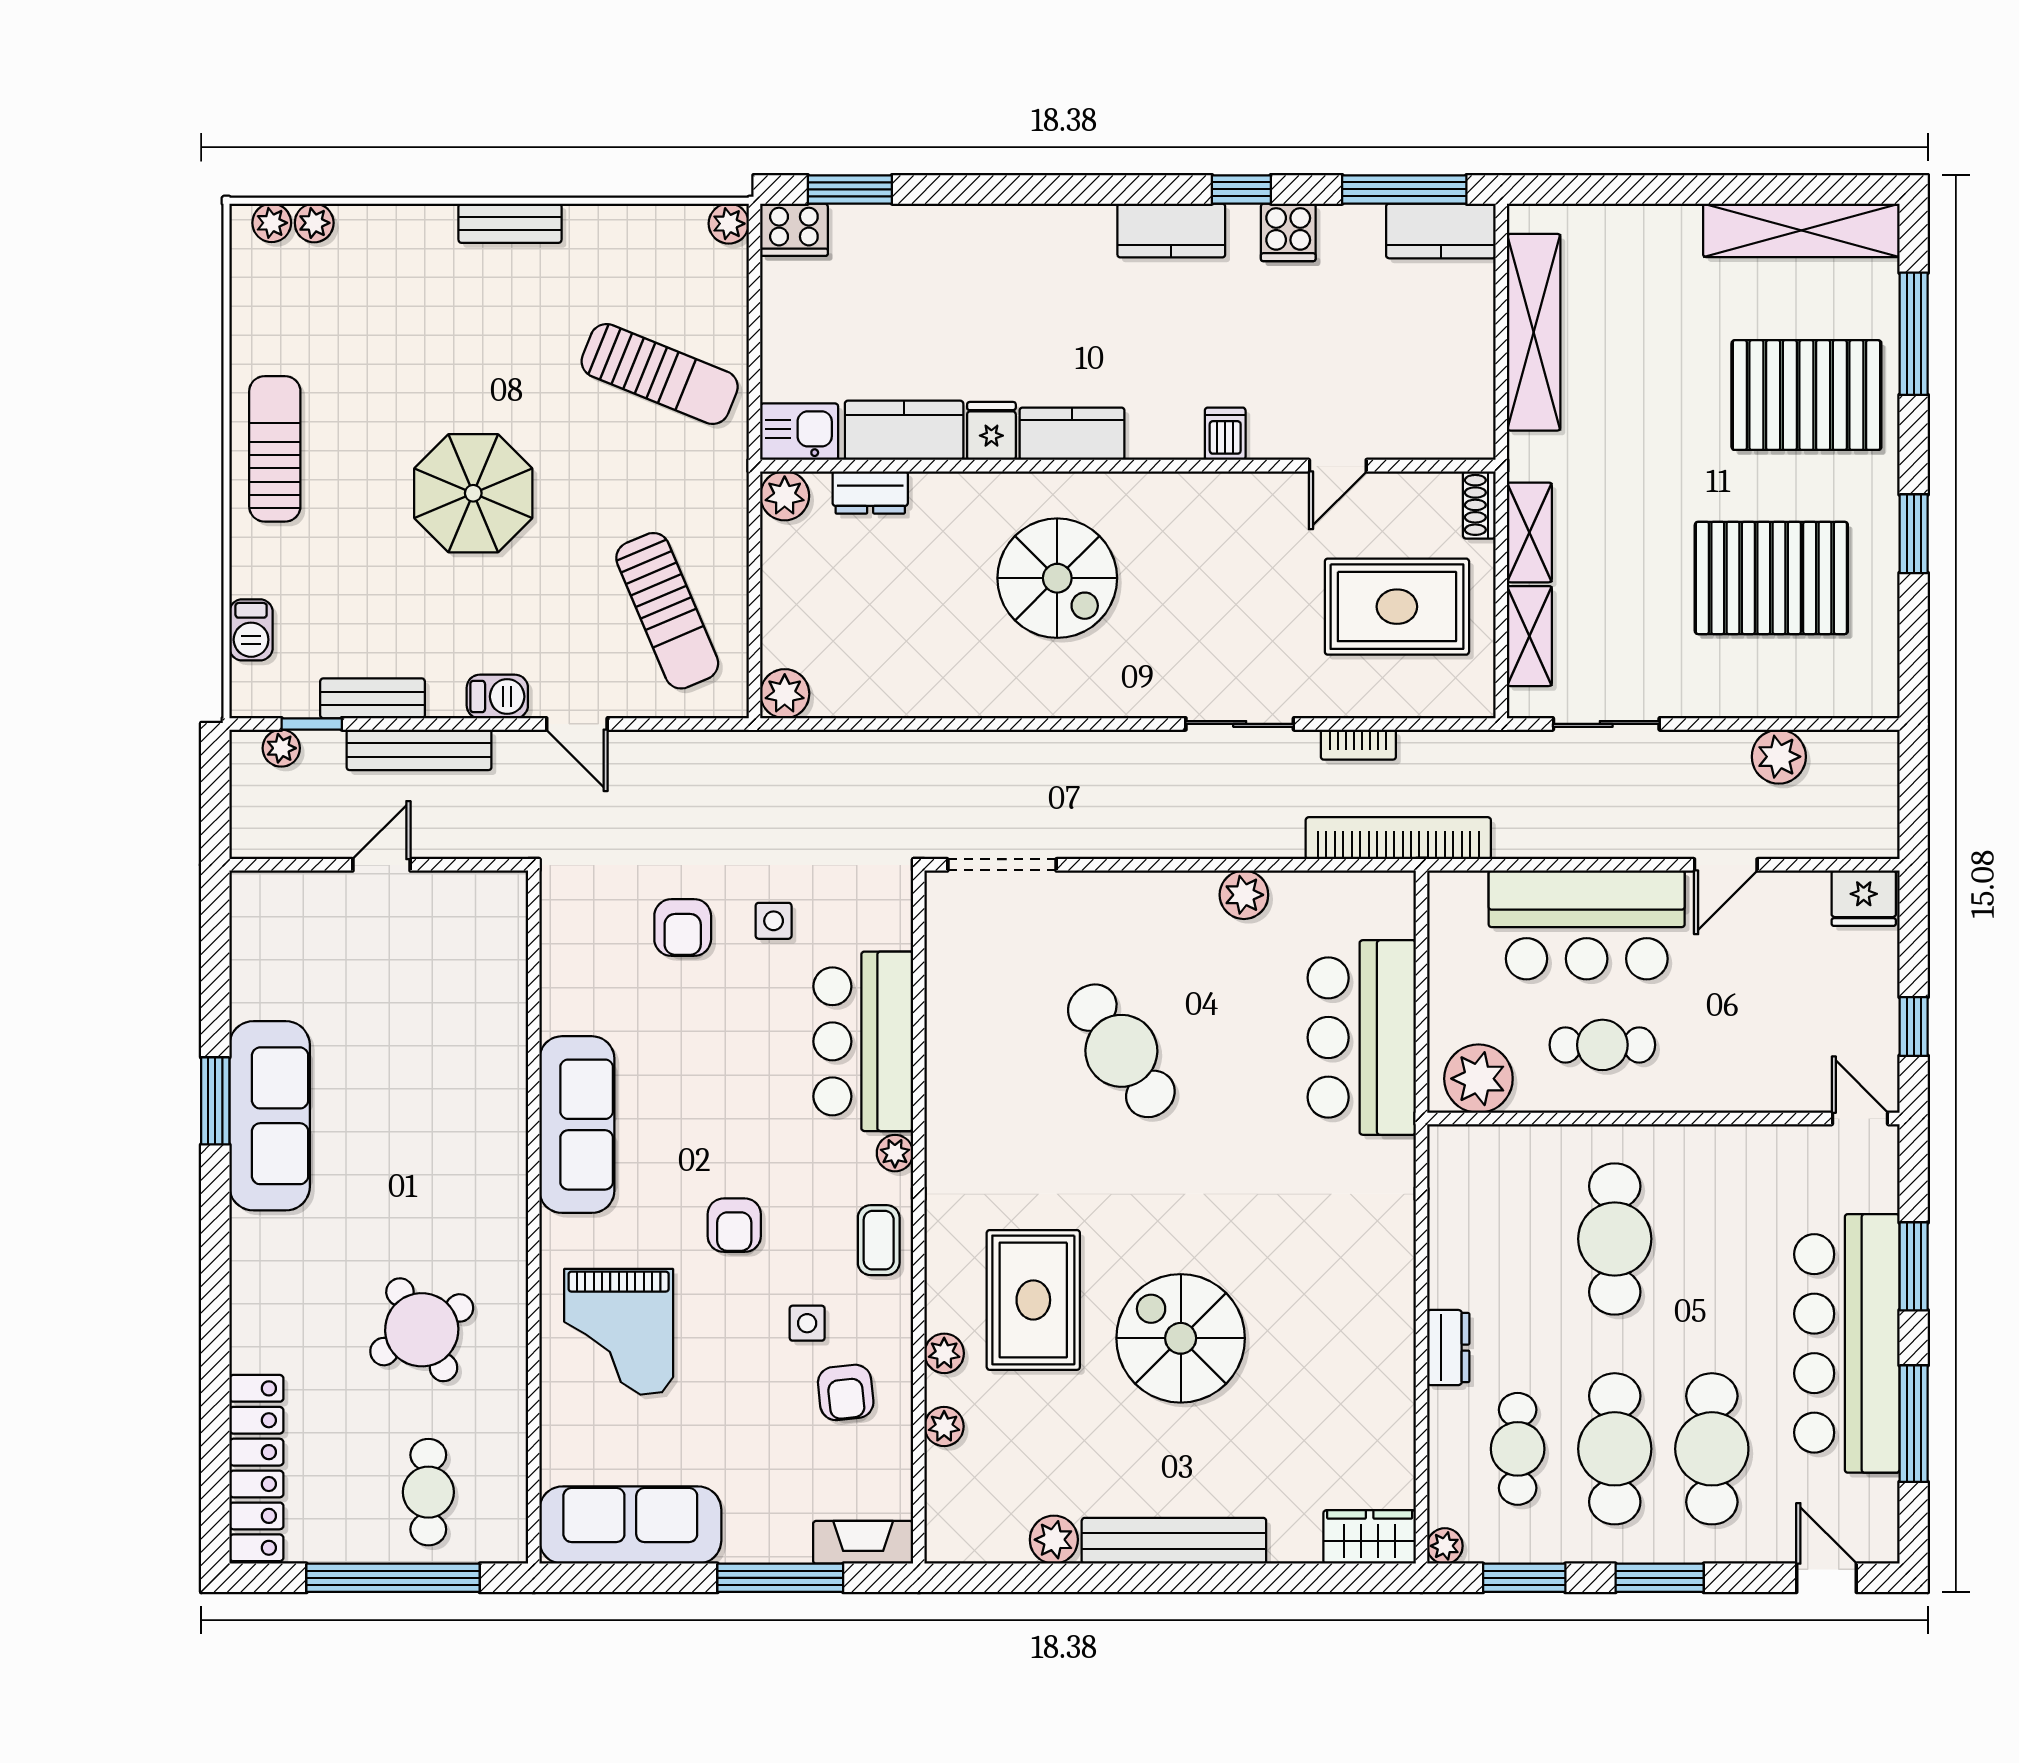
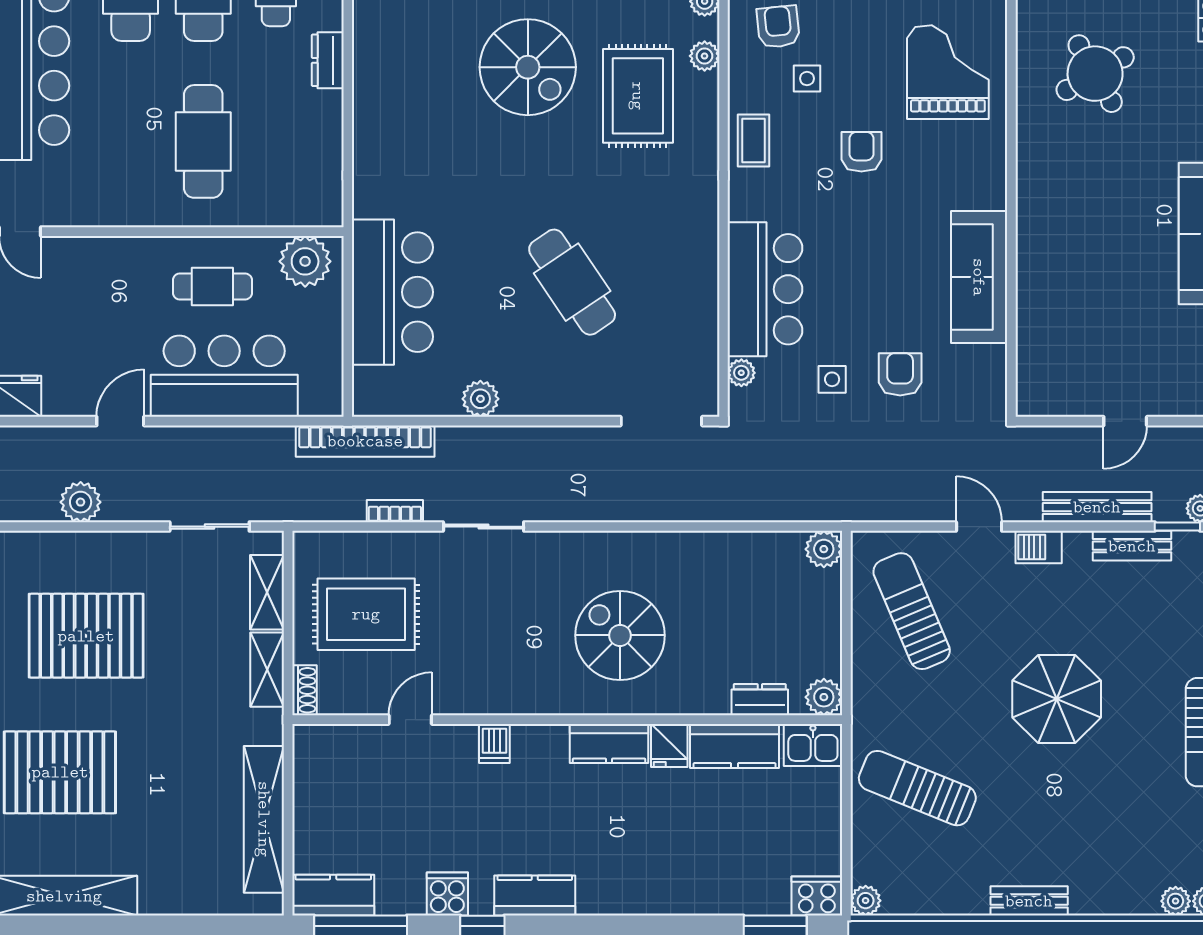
sofa: (577, 1125) -> (979, 277), moved
plant: (895, 1153) -> (741, 373), moved

